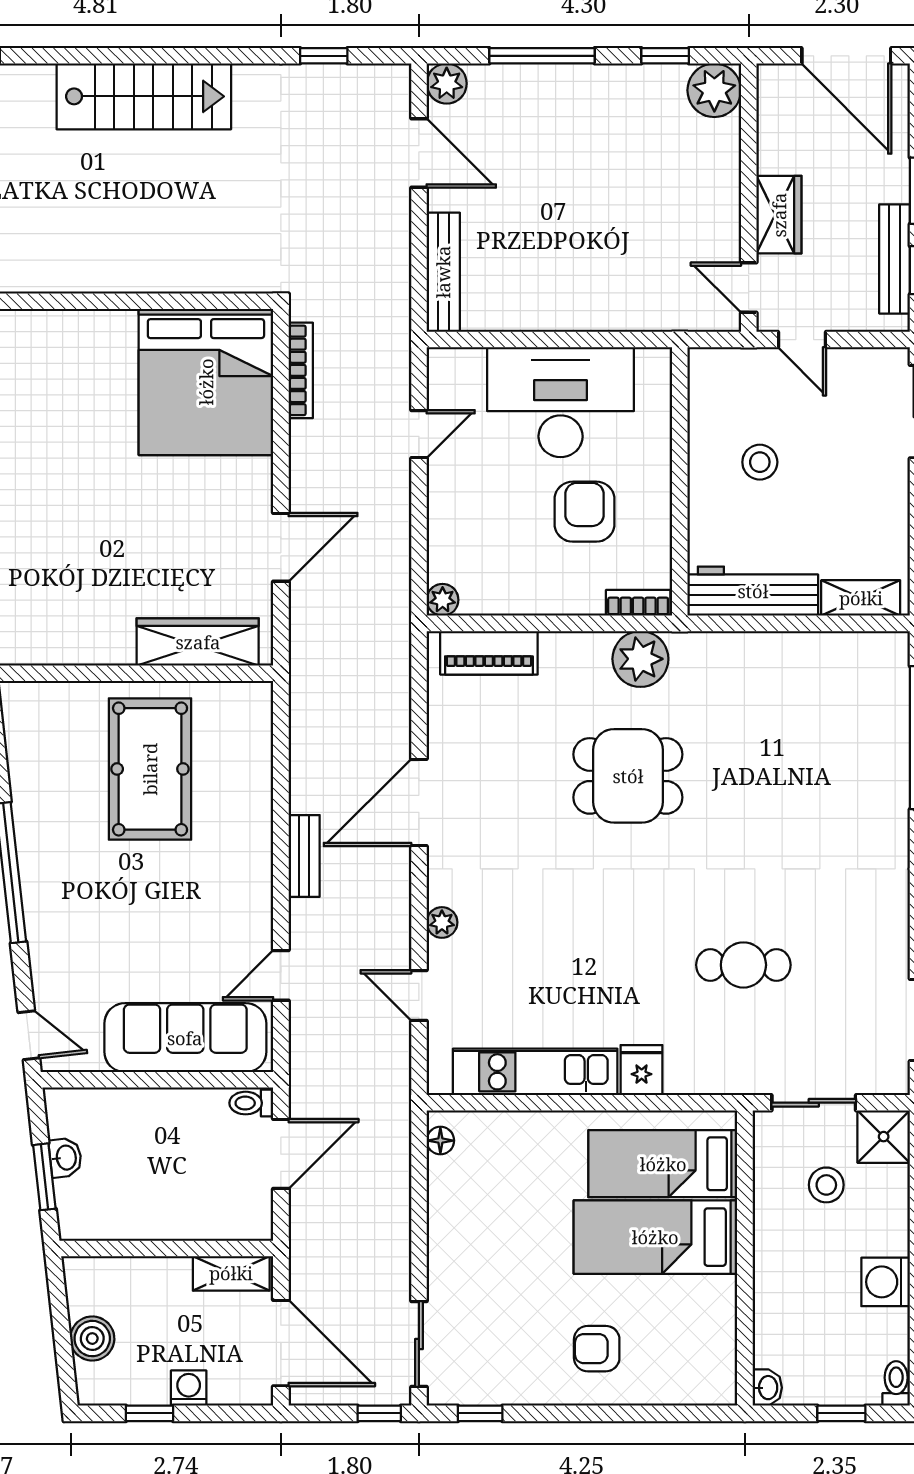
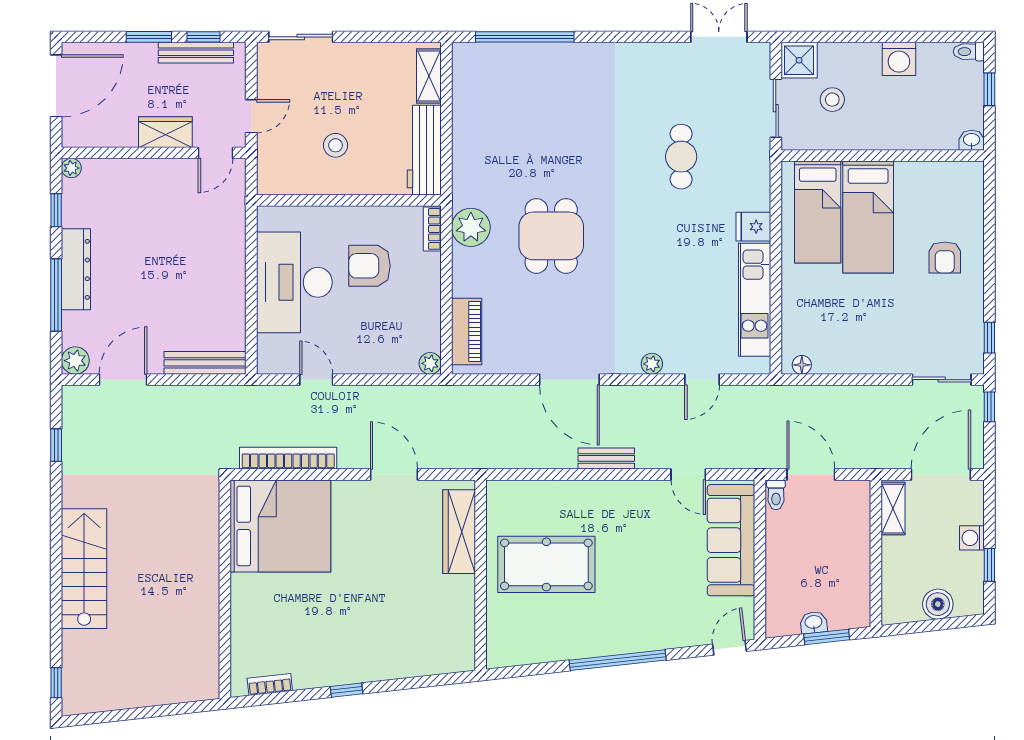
dresser: (579, 85) -> (76, 269), added
plant: (714, 90) -> (71, 168), width x0.53, depth x0.53
bookcase: (301, 370) -> (288, 458), width x1.48, depth x1.31

